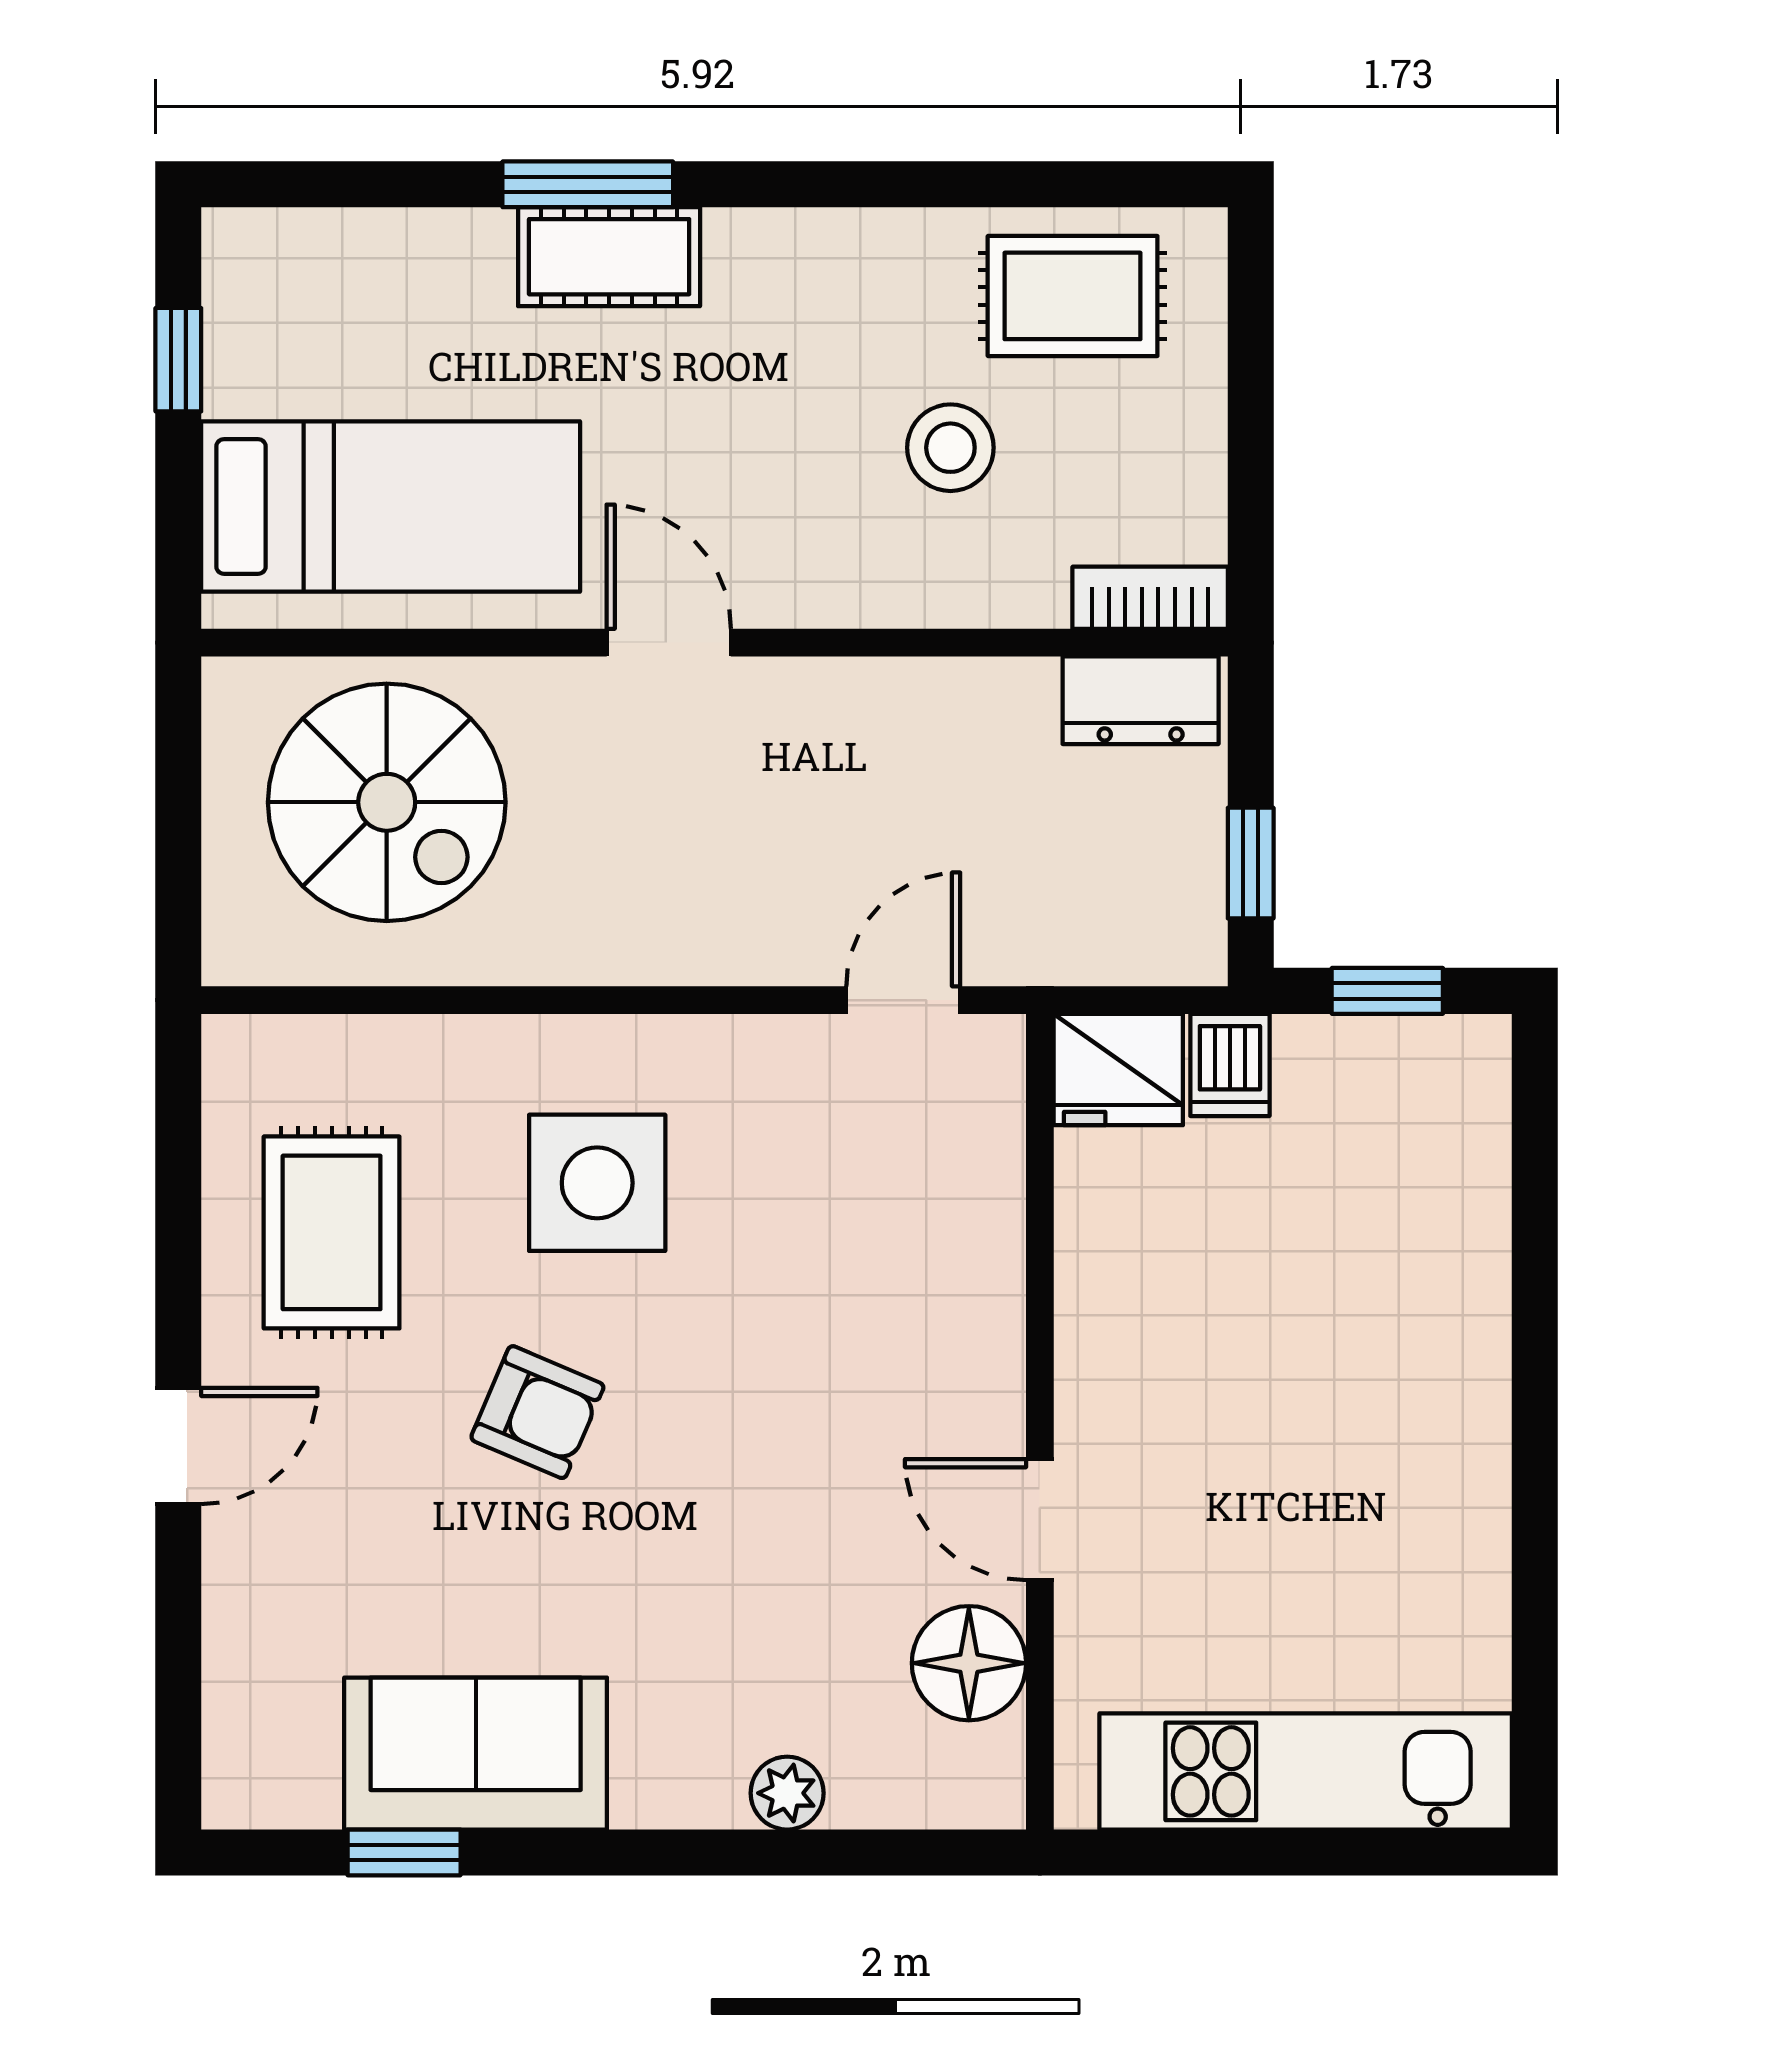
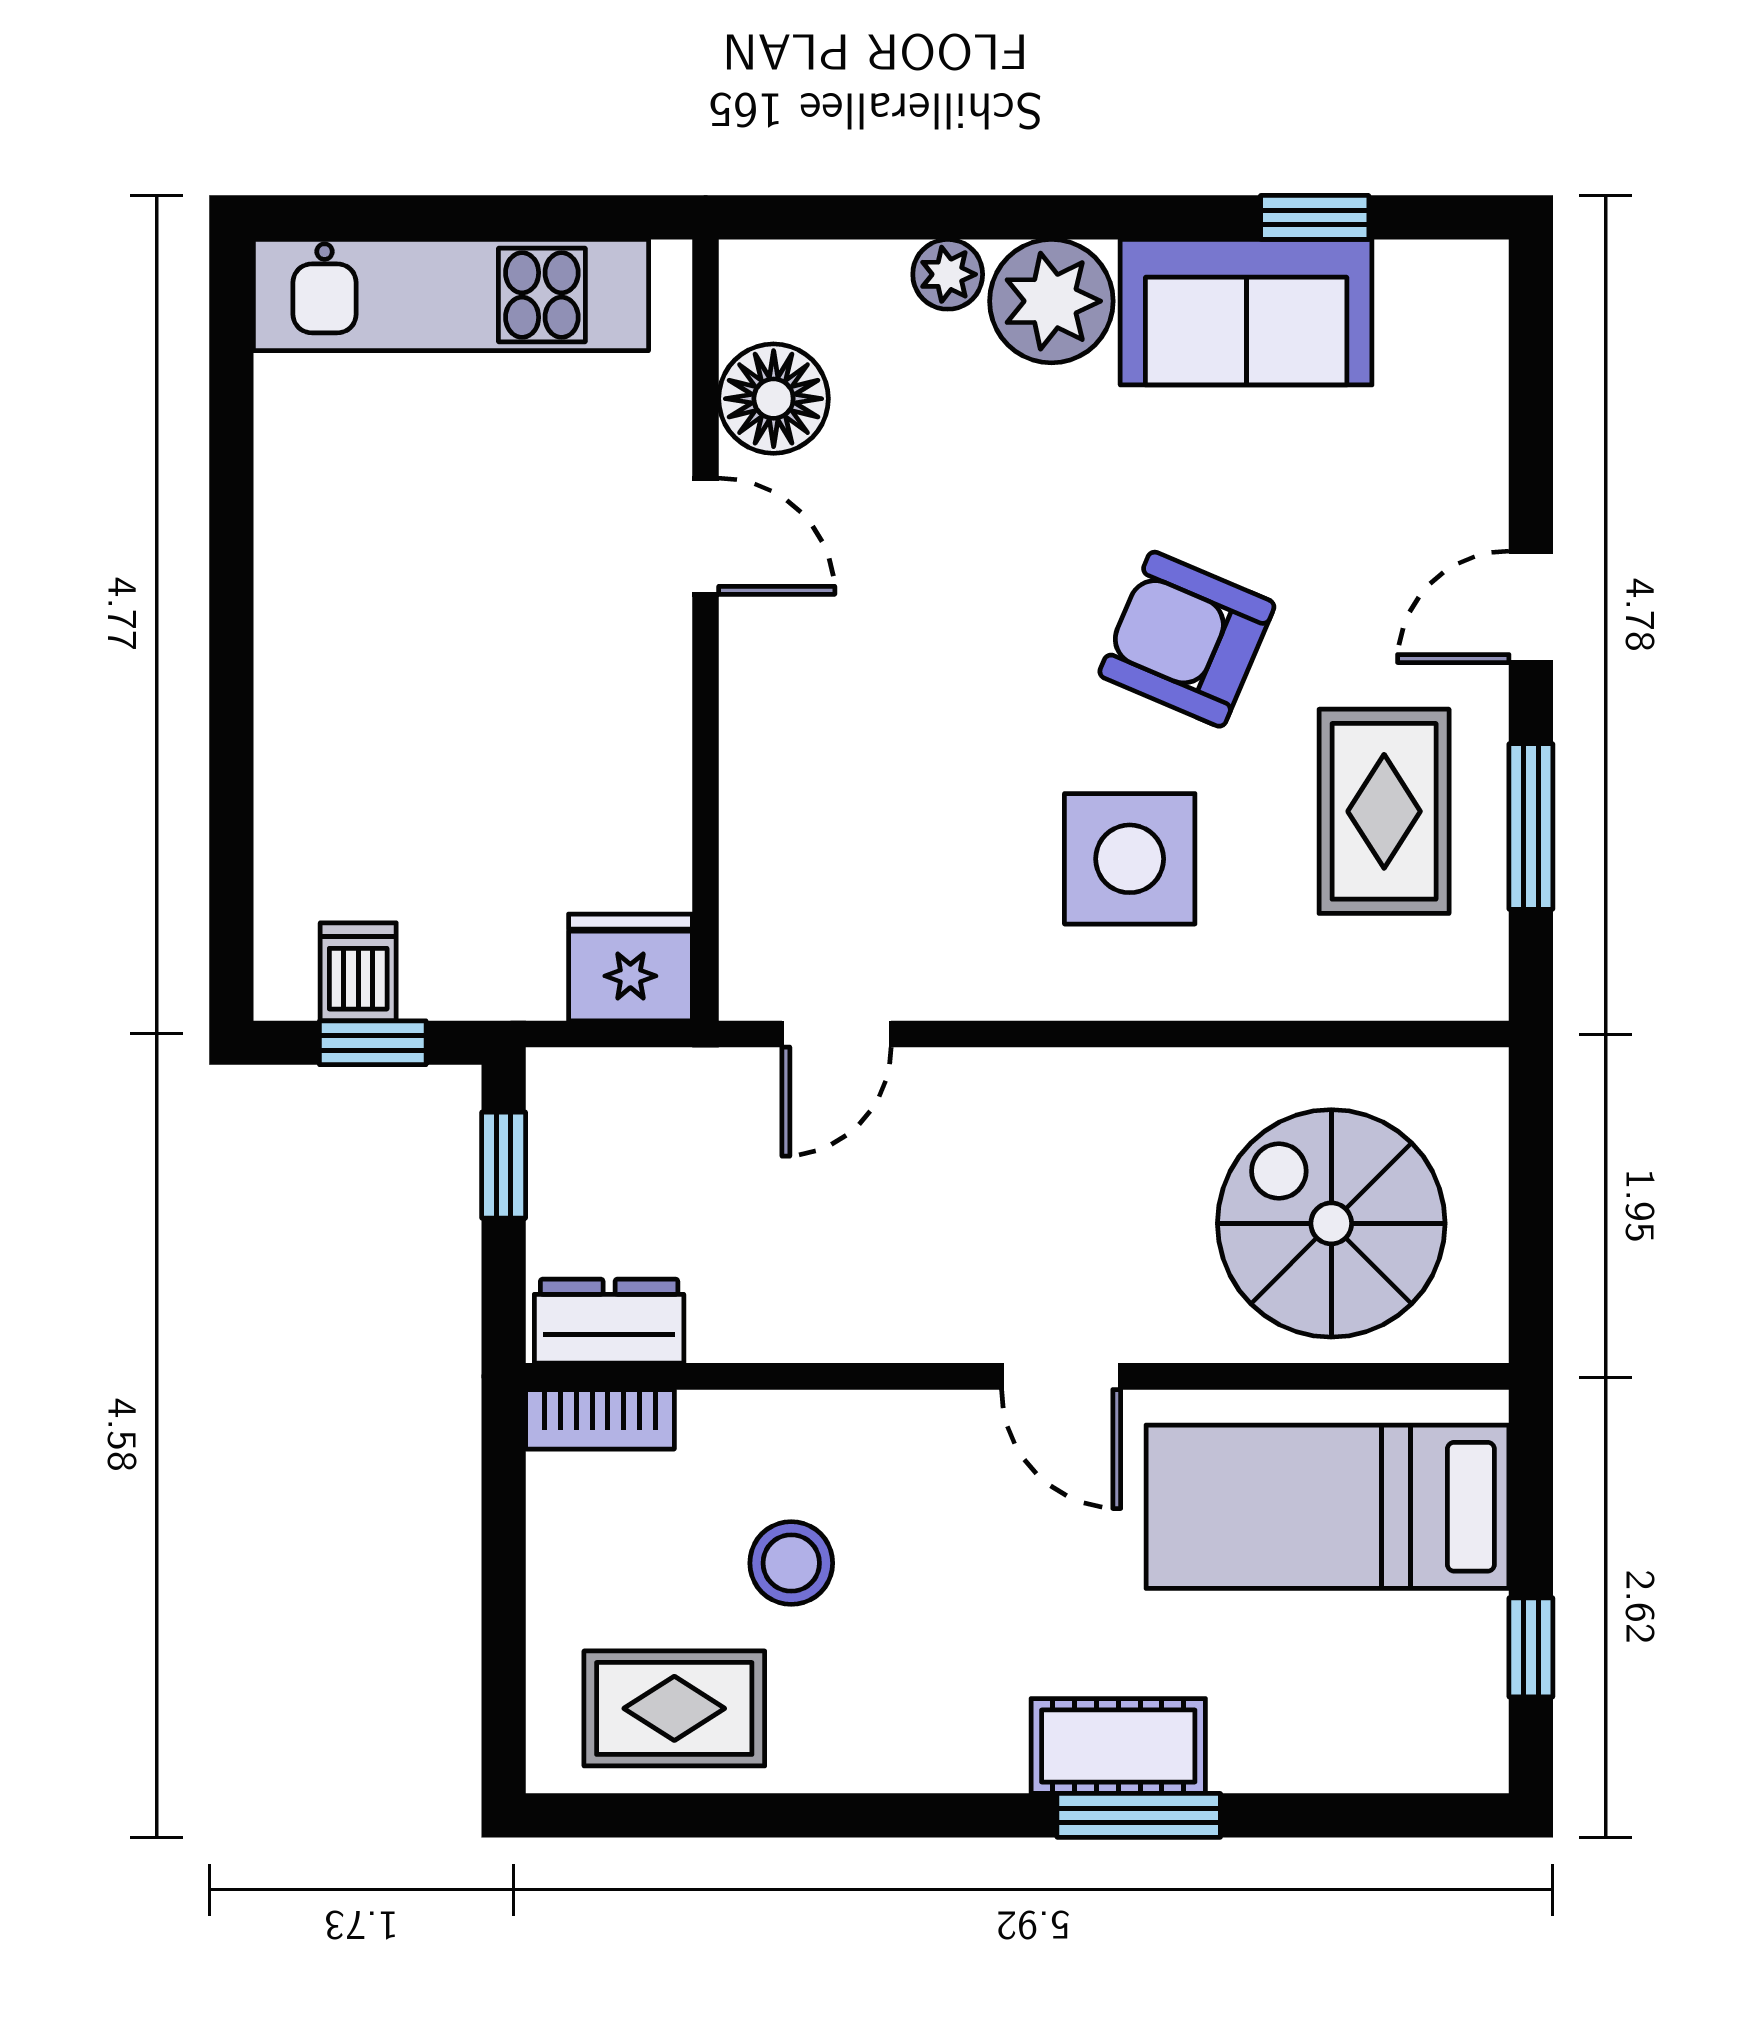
dishwasher: (1230, 1065) -> (358, 972), moved
window: (178, 1217) -> (1531, 827), added
armchair: (537, 1412) -> (1187, 639), width x1.38, depth x1.38
plant: (679, 1765) -> (1051, 301), added

